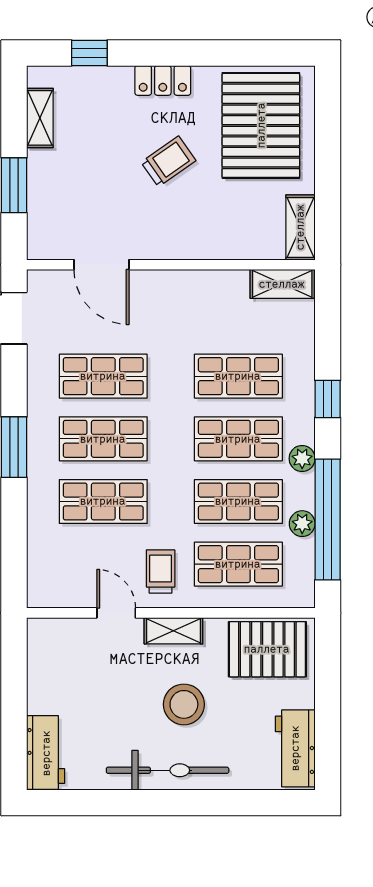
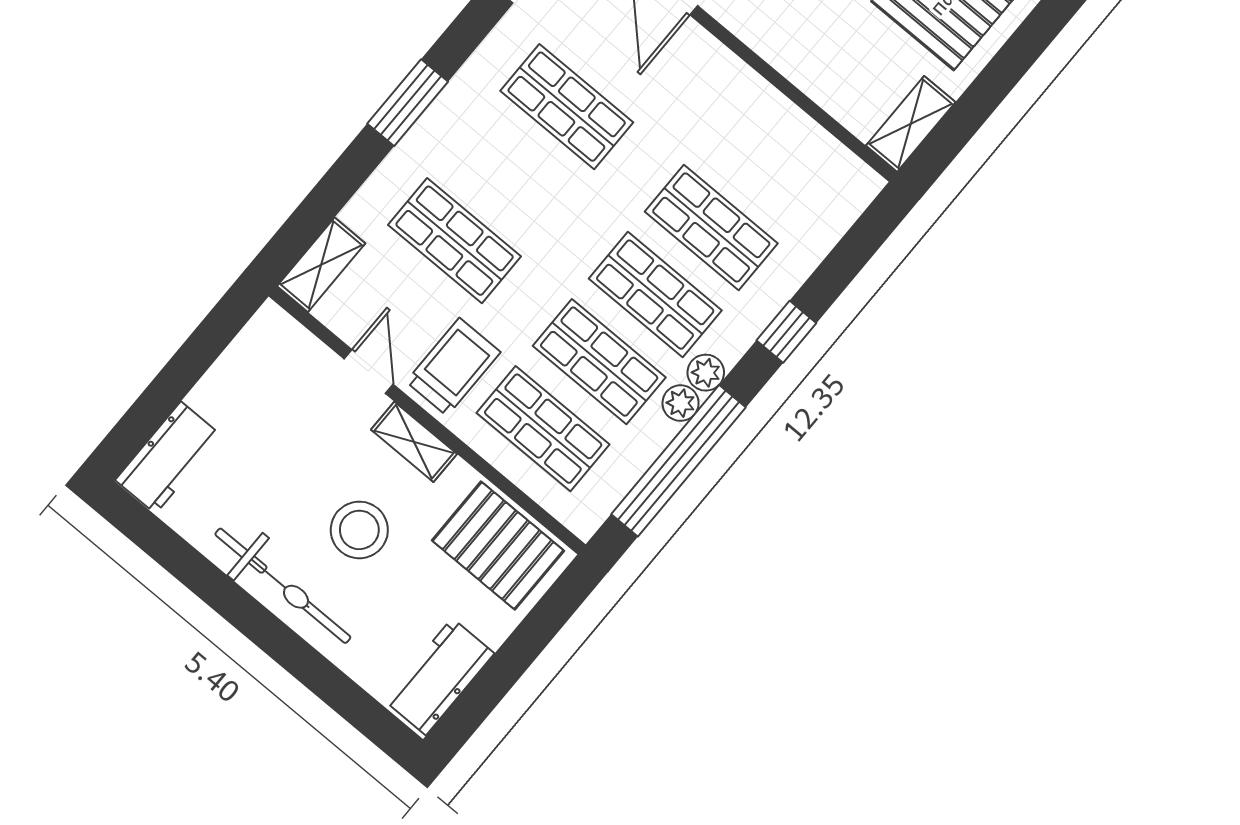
shelving: (282, 284) -> (321, 265), moved, turned 90
shop shelf: (103, 439) -> (511, 174), removed
plant: (302, 524) -> (681, 403), moved
trolley: (161, 572) -> (453, 367), width x1.36, depth x1.39

